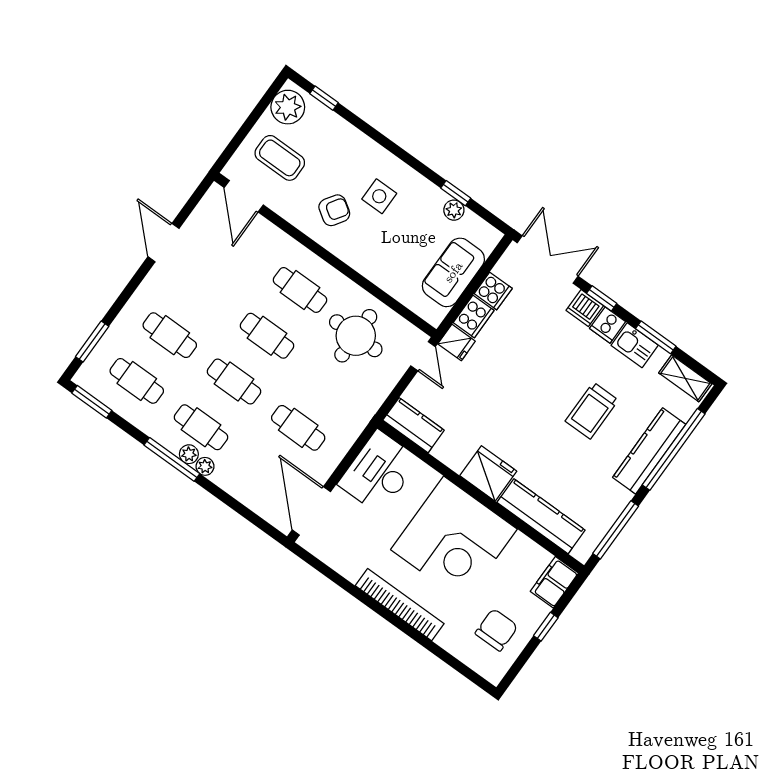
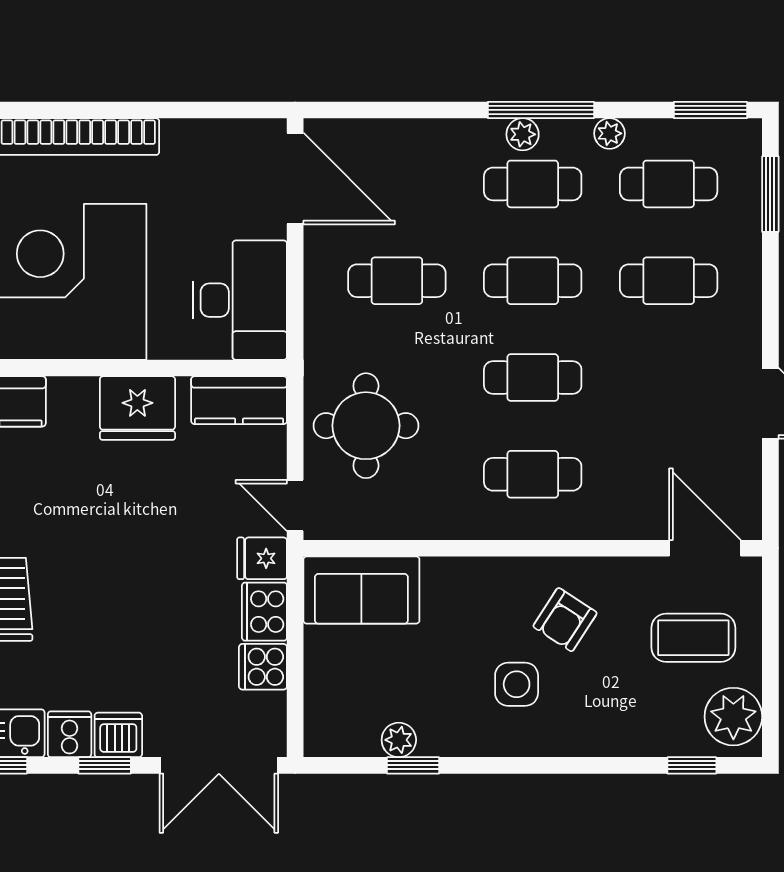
sofa: (453, 272) -> (361, 590), moved, turned 90
round table: (356, 336) -> (366, 426), moved
plant: (205, 466) -> (609, 133), moved
fridge: (488, 473) -> (137, 408), moved

